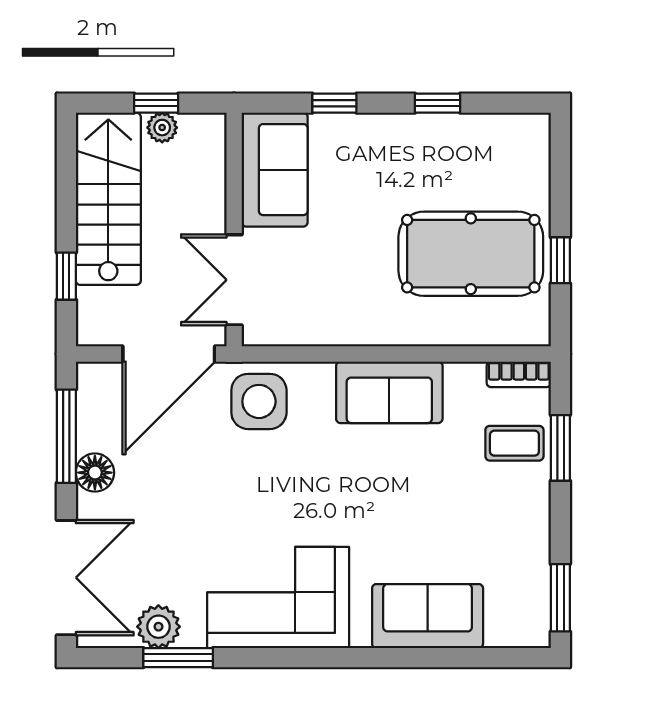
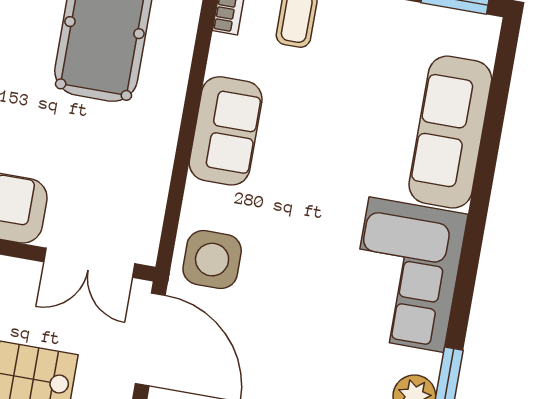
sofa: (428, 616) -> (450, 132), width x1.36

